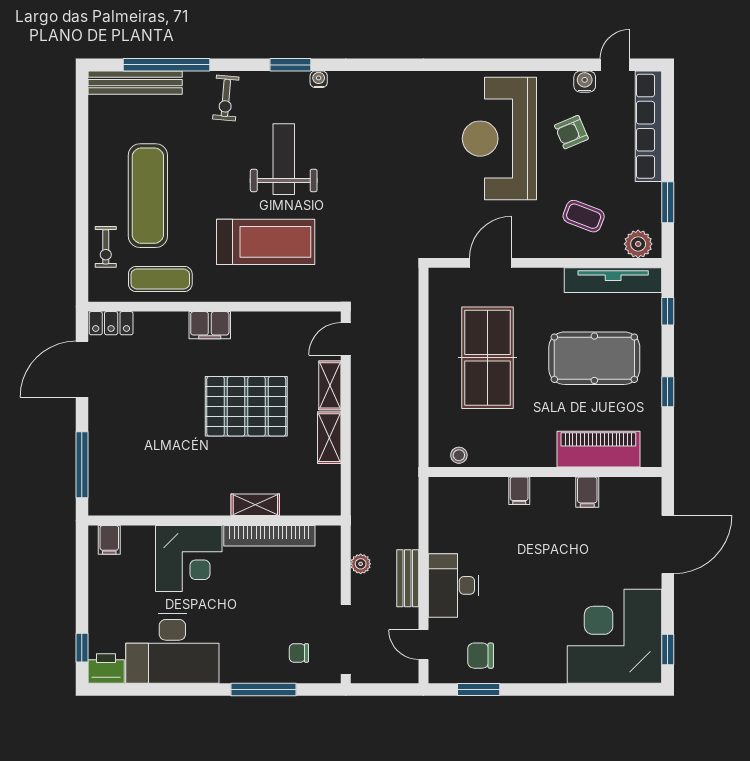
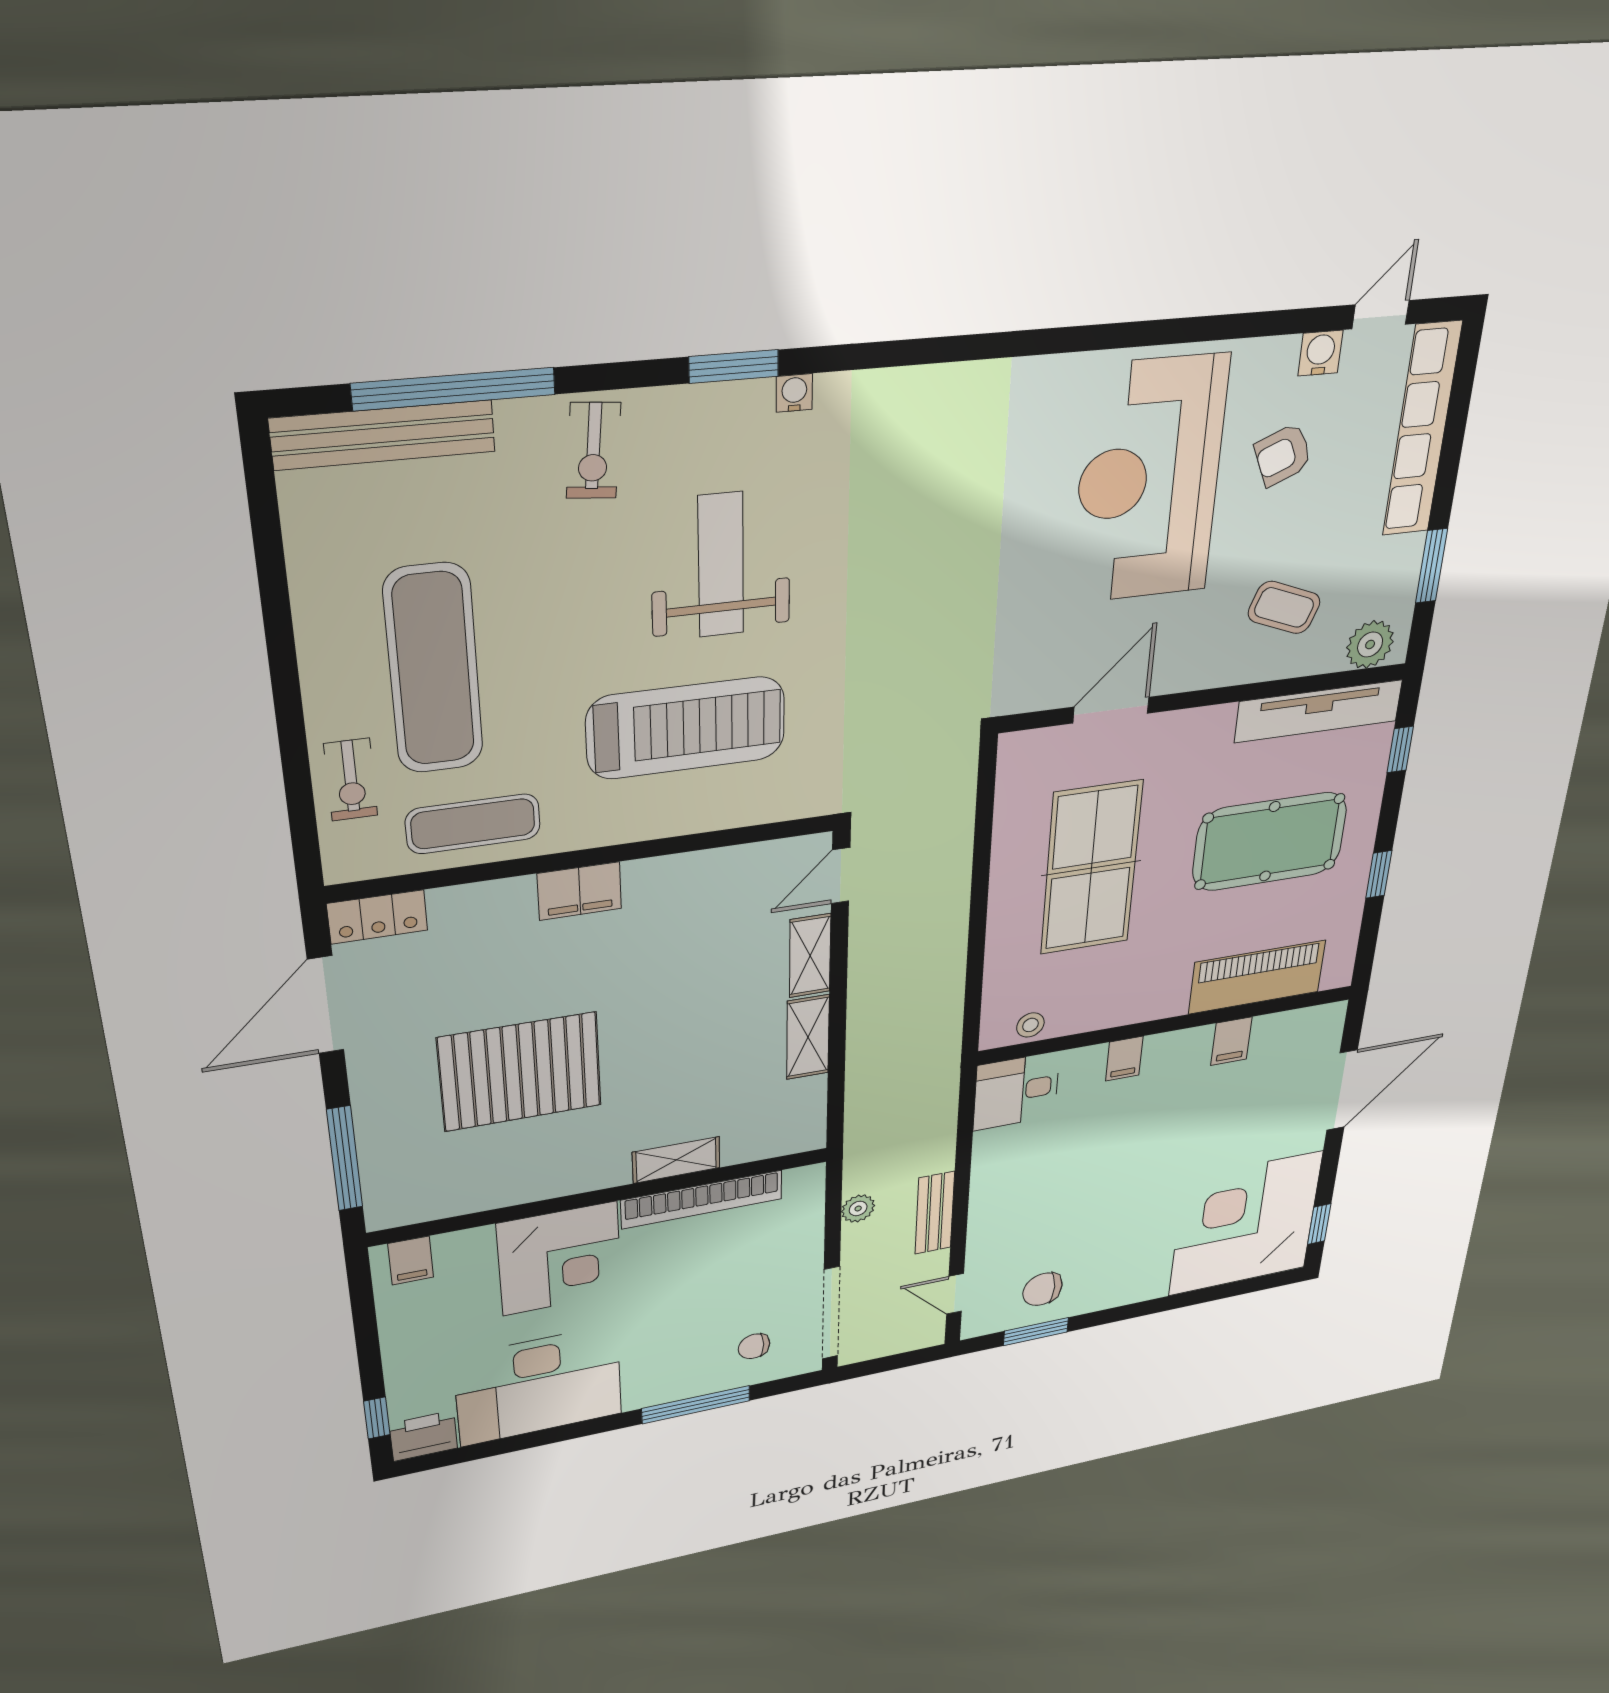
pallet: (246, 406) -> (520, 1072), moved
desk: (453, 585) -> (1016, 1091), moved, width x0.73

